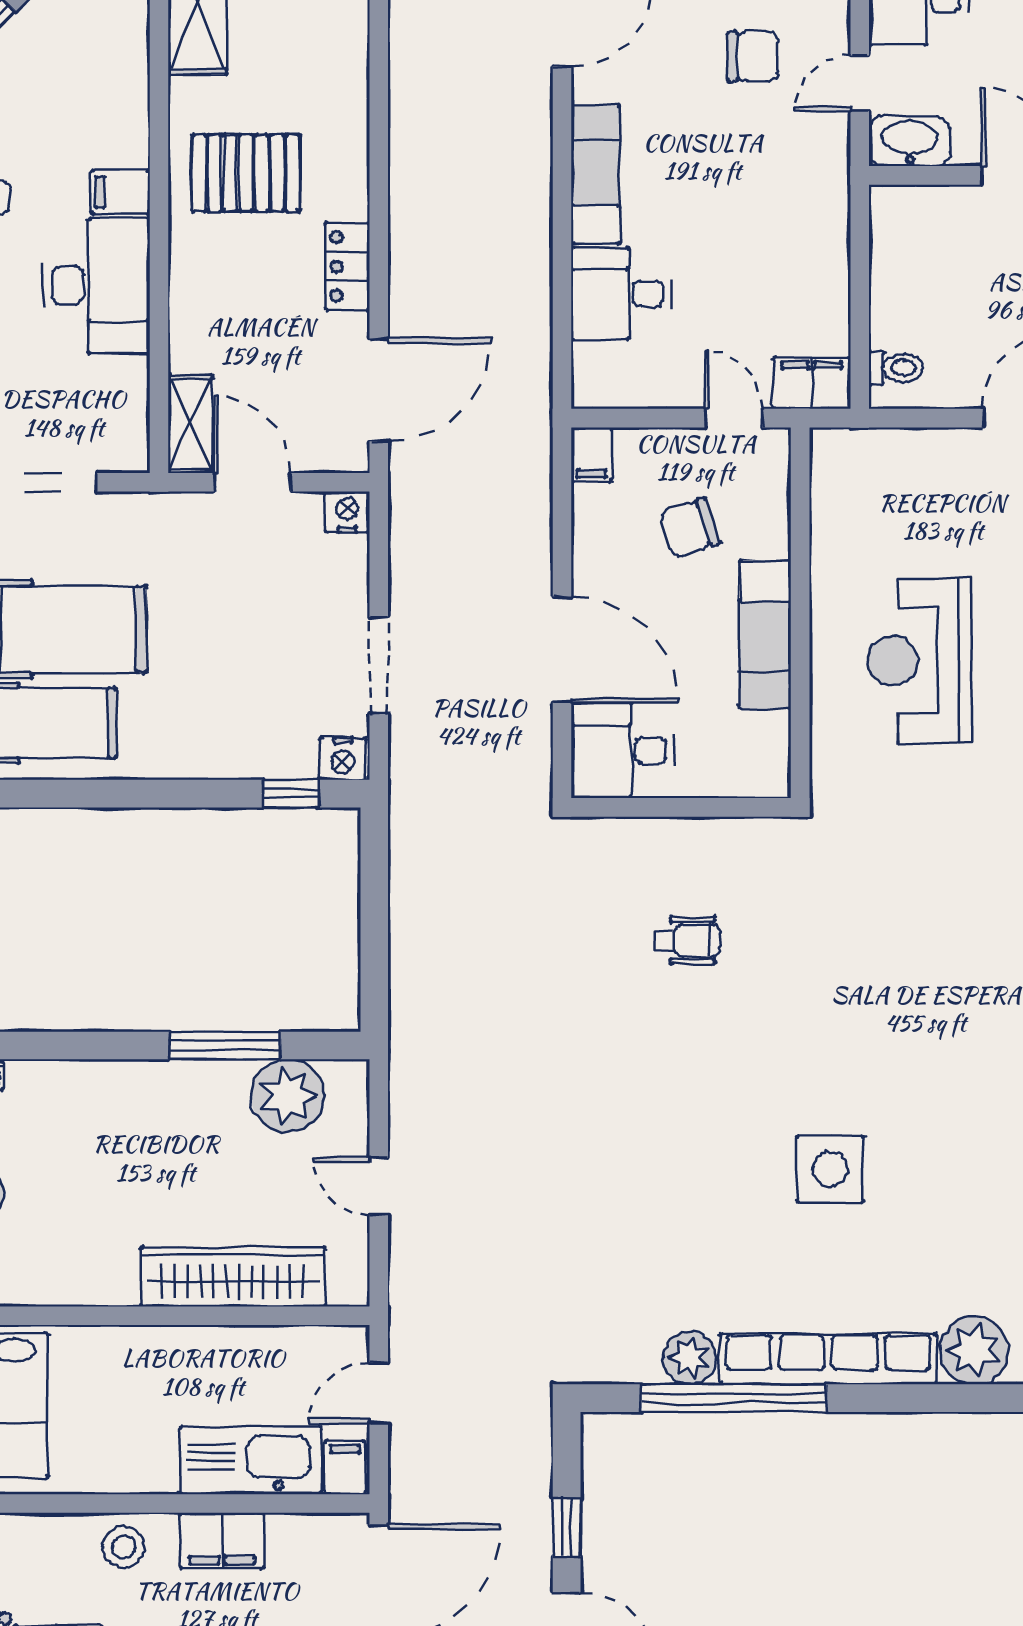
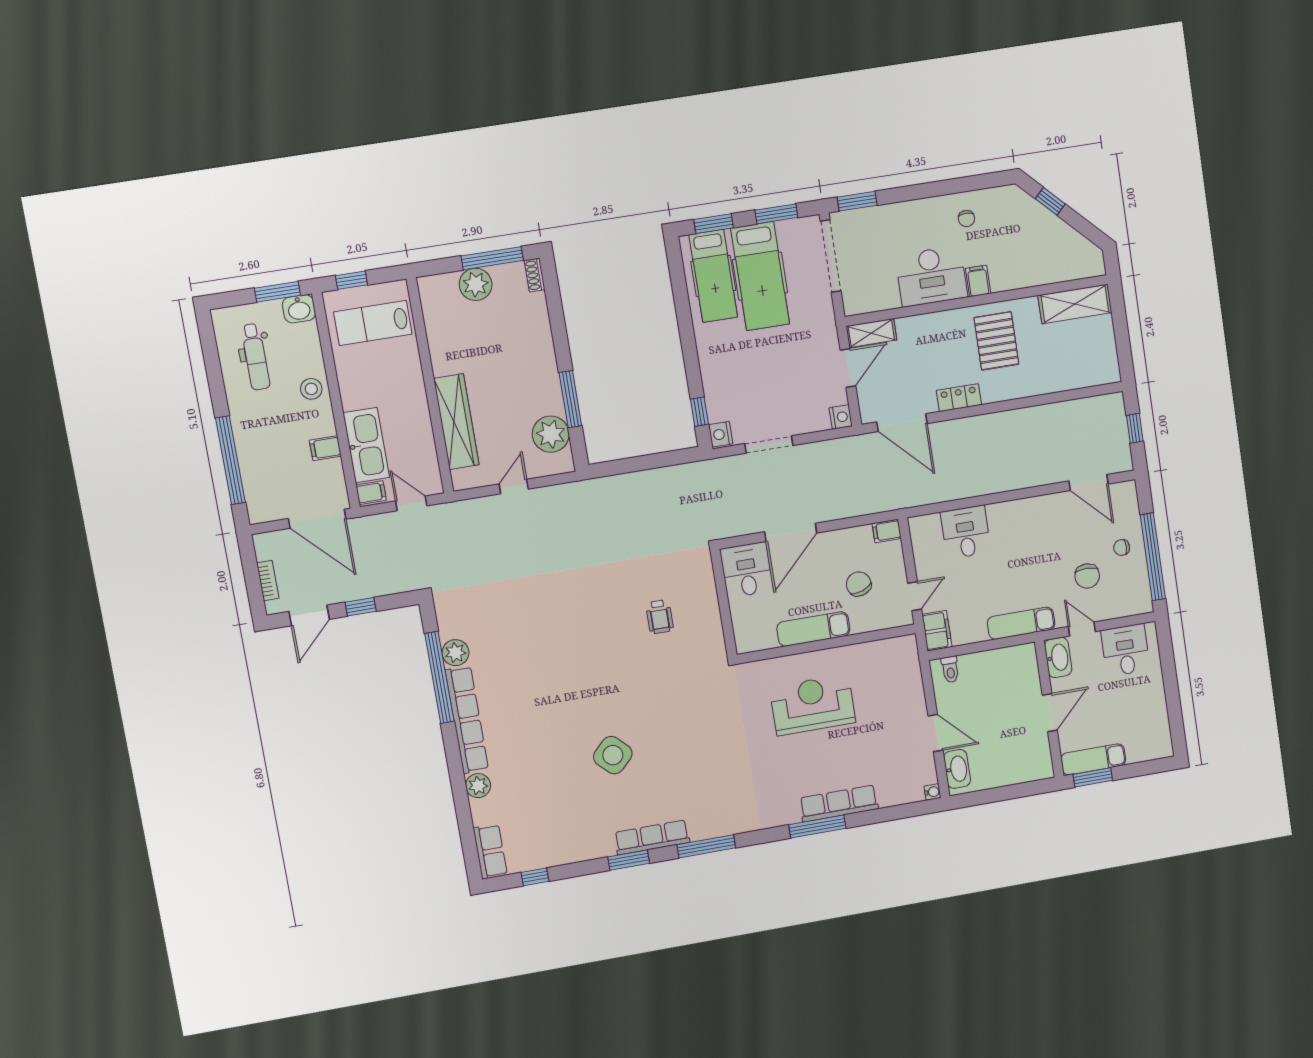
exam couch: (596, 174) -> (1021, 623), moved, turned 180
side table: (830, 1169) -> (613, 755), moved, turned 45
plant: (974, 1350) -> (478, 786), width x0.73, depth x0.73
filing cabinet: (222, 1541) -> (325, 448), width x0.50

